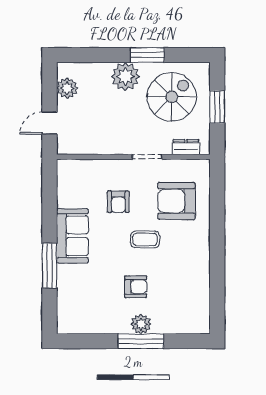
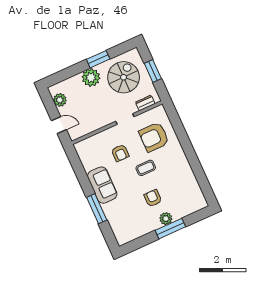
door: (49, 123) -> (59, 125), swing flipped
armchair: (136, 287) -> (153, 198), turned -90

